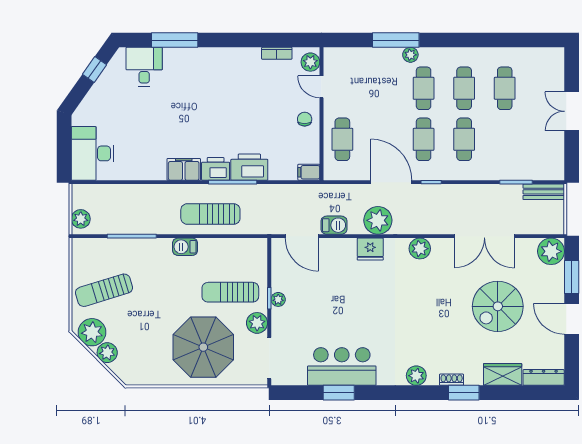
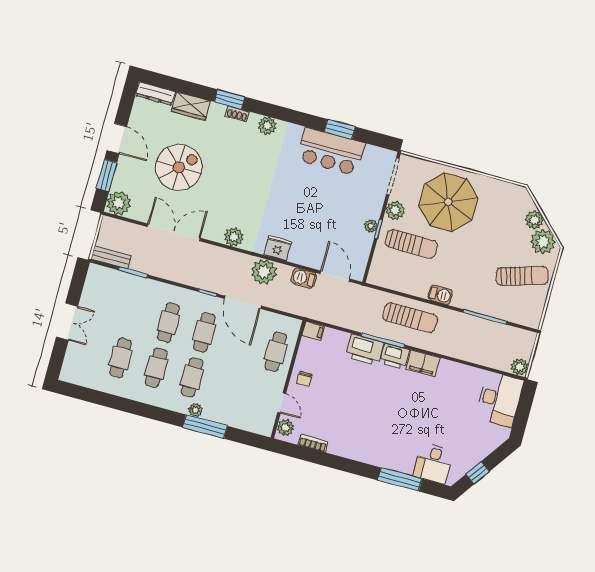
plant: (81, 219) -> (520, 367), moved

